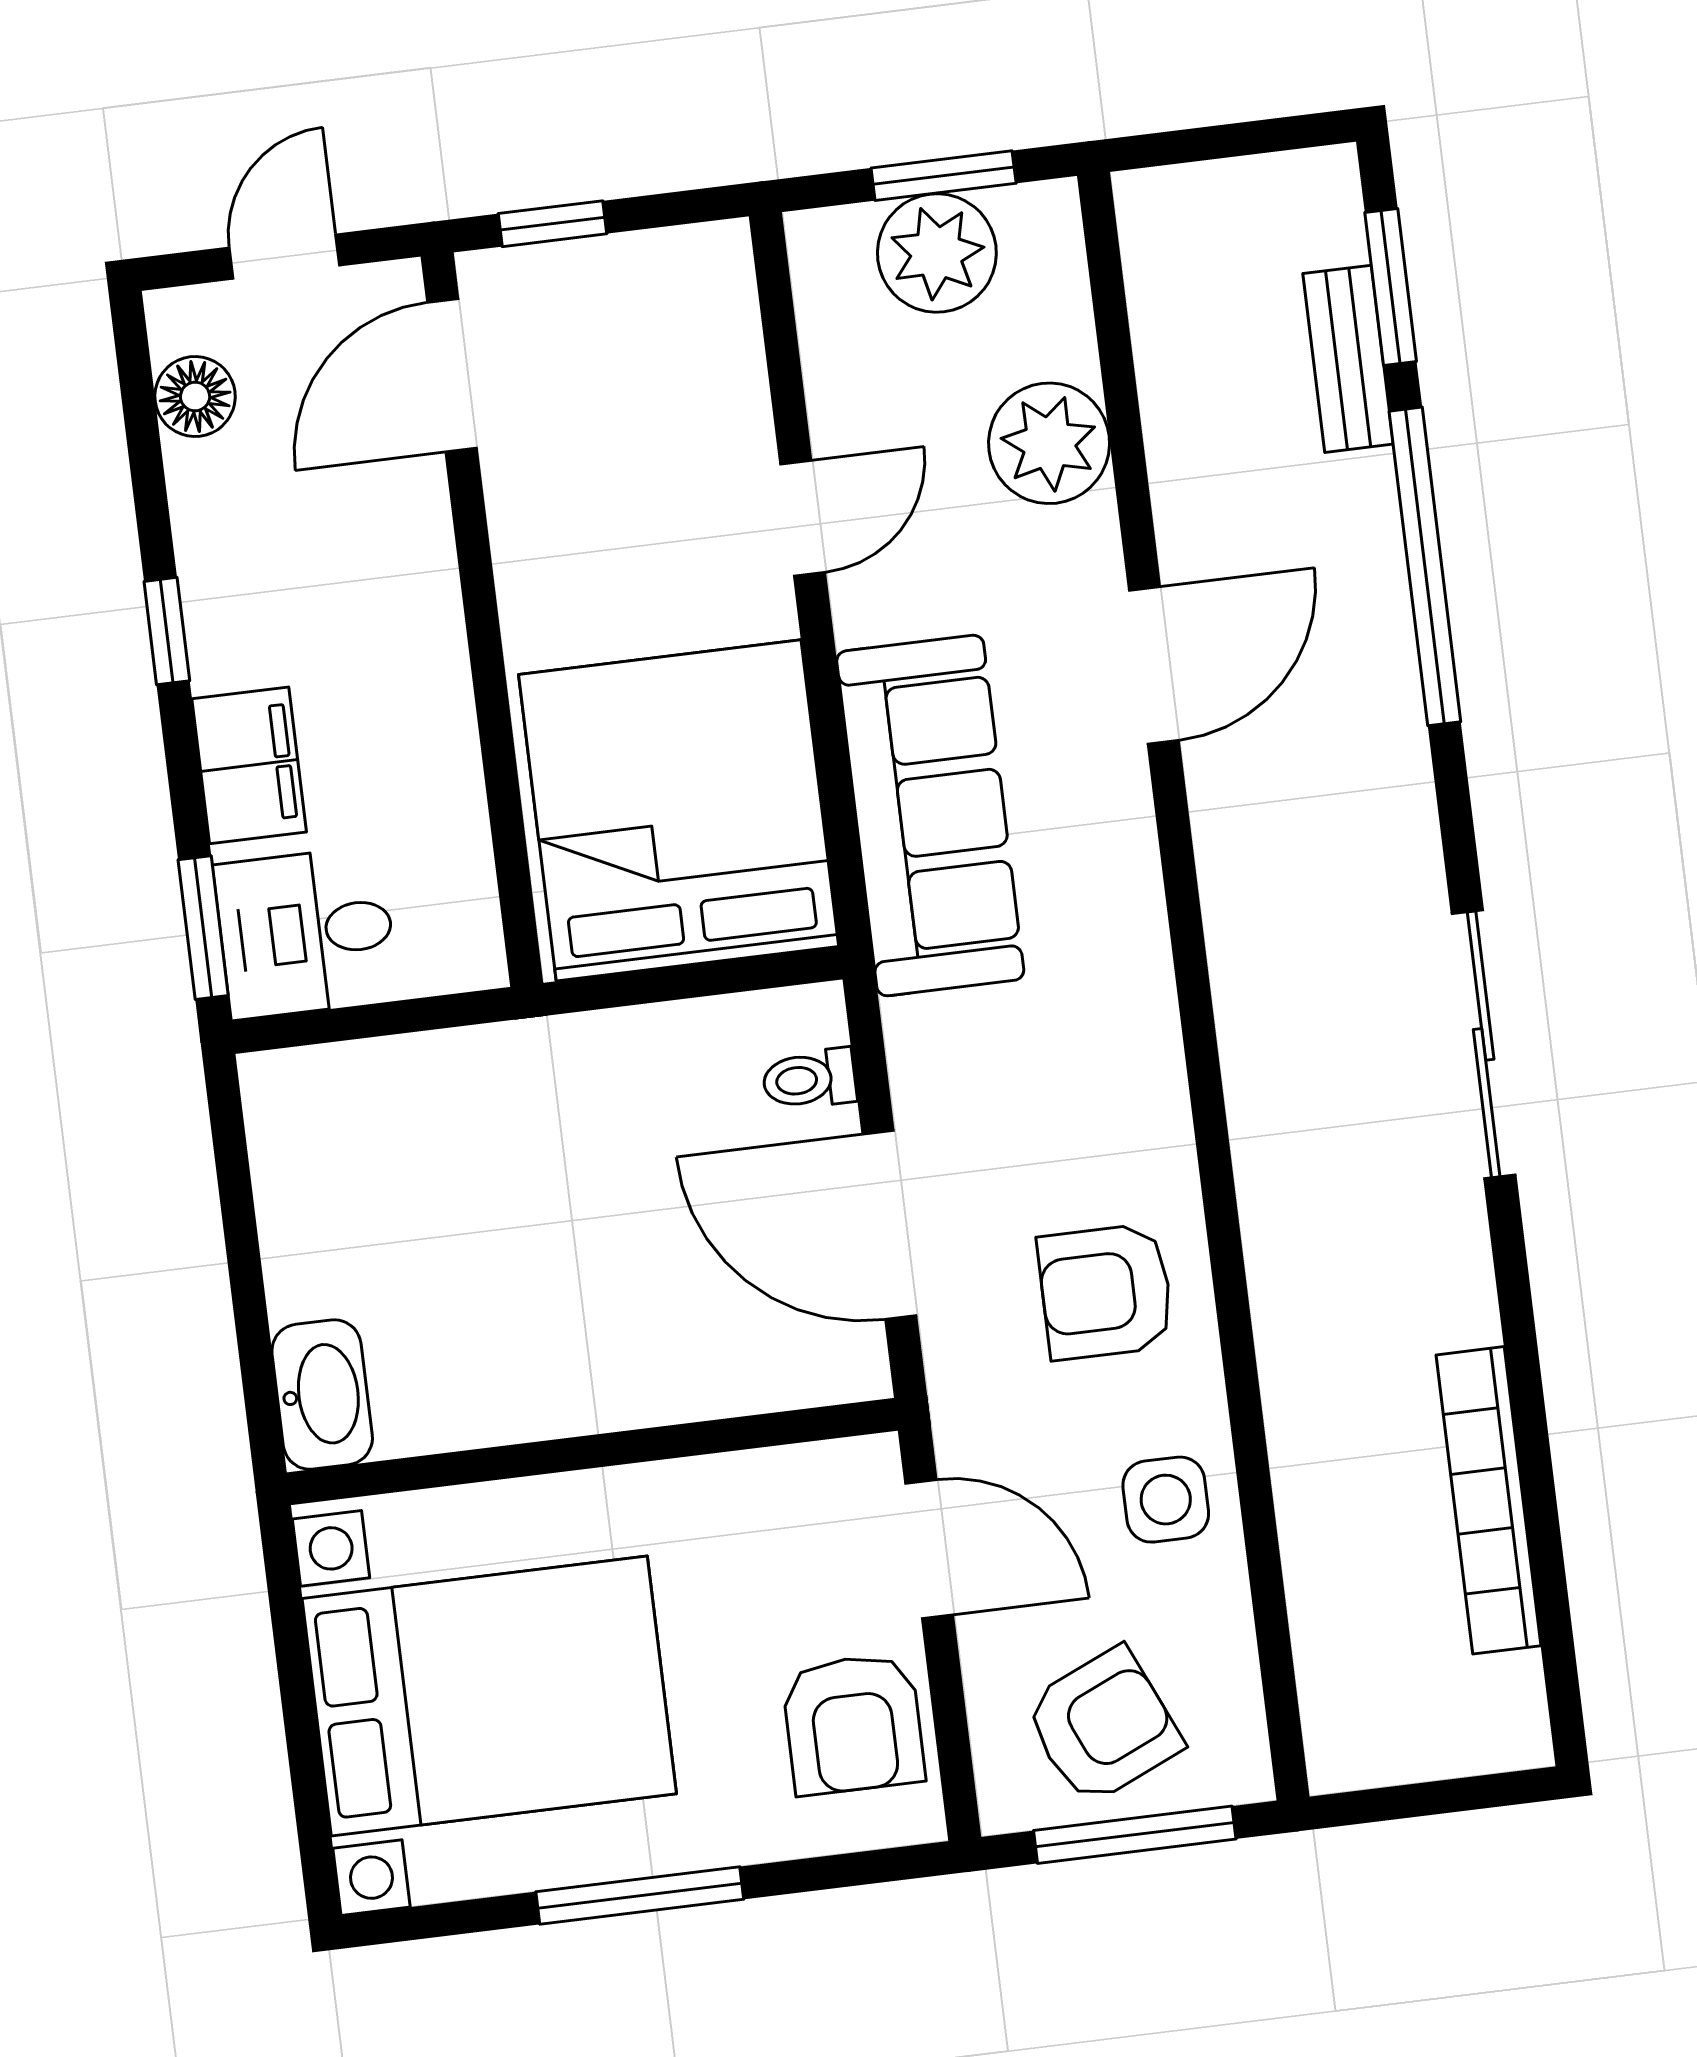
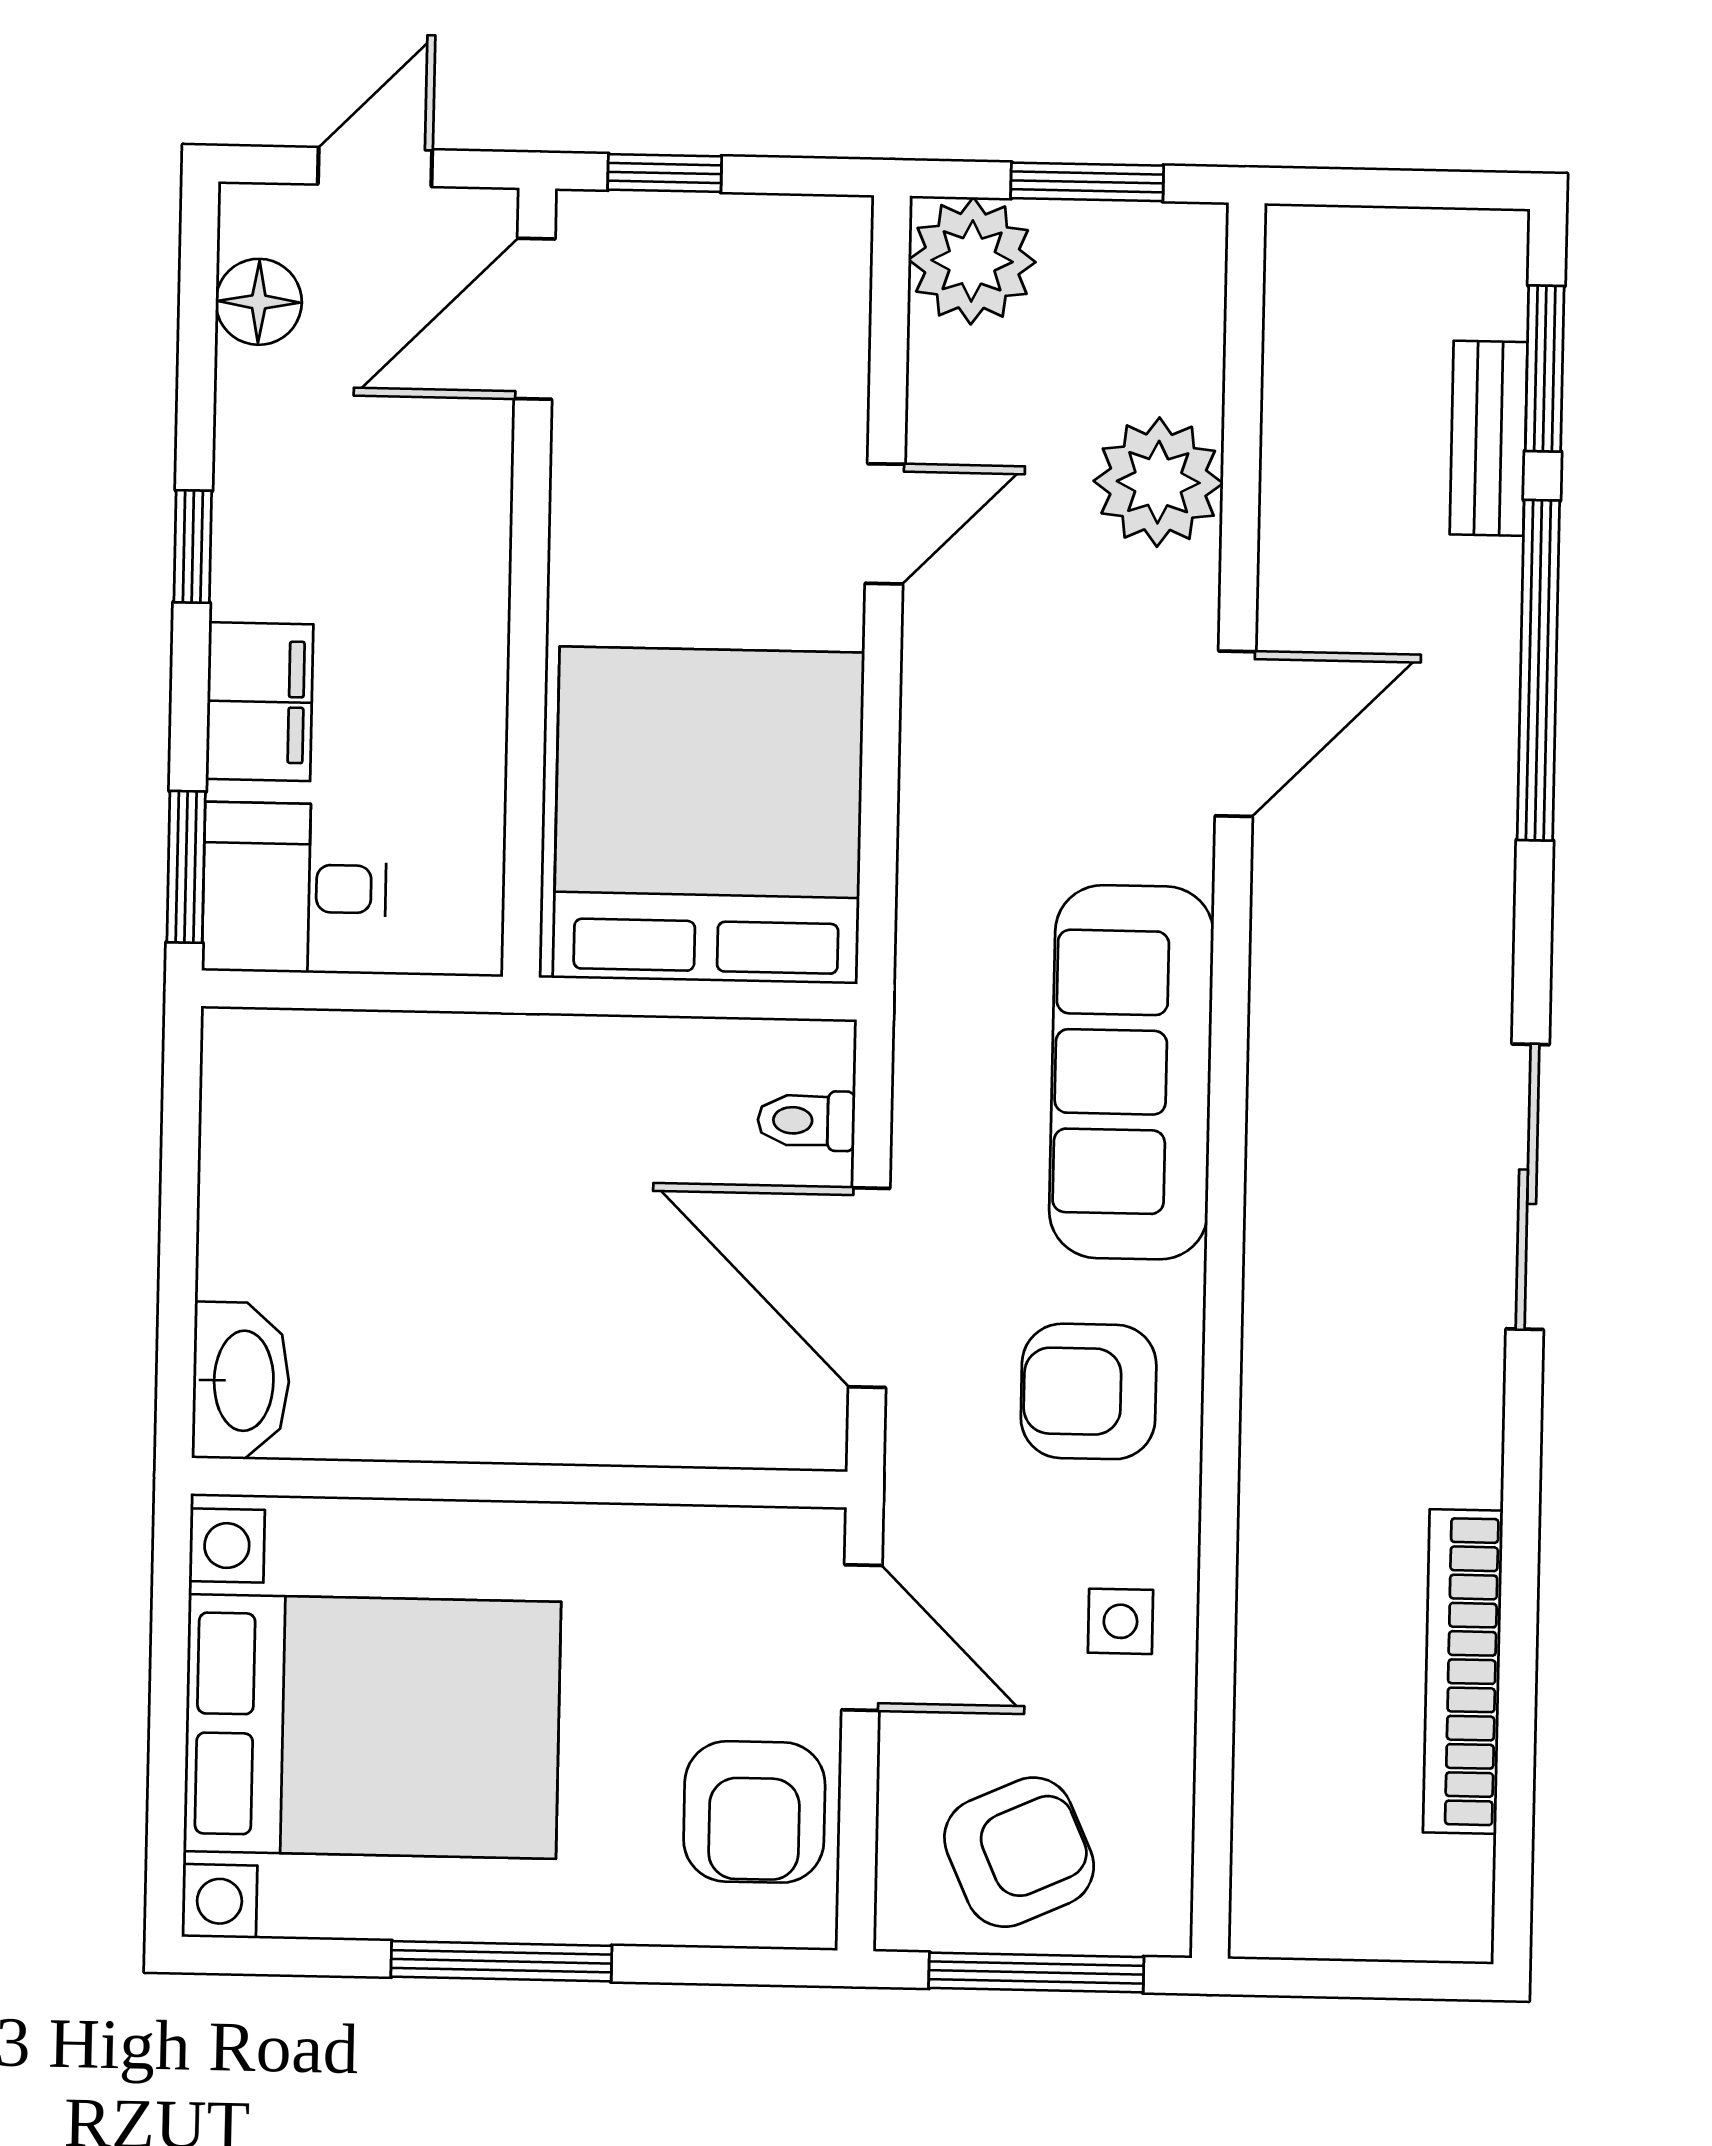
plant: (937, 253) -> (972, 261), moved
sofa: (930, 816) -> (1131, 1072), moved, turned 180
side table: (1166, 1500) -> (1120, 1621), width x0.73, depth x0.73

